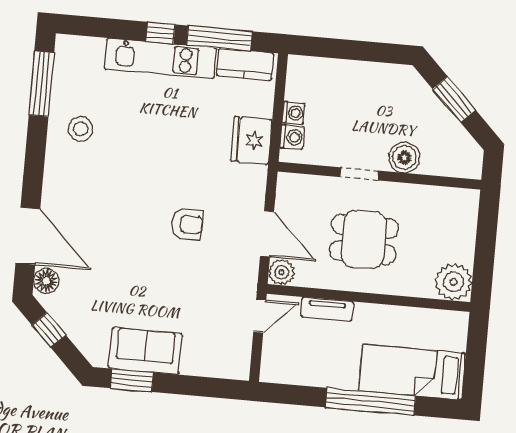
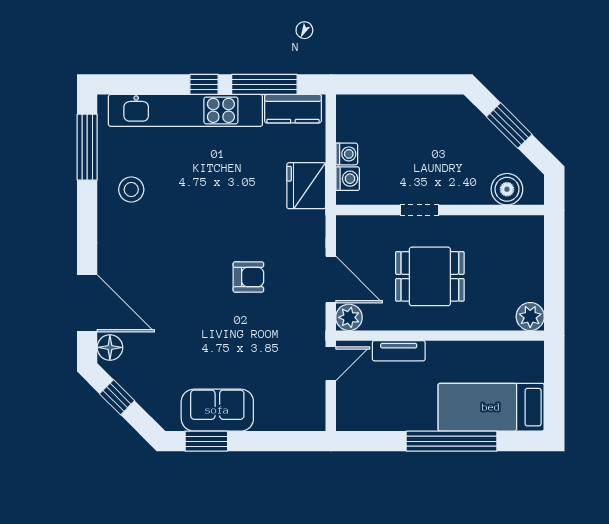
kitchen unit: (160, 58) -> (185, 110), width x1.36
boiler: (404, 158) -> (507, 189), moved
plant: (453, 282) -> (530, 317), width x0.73, depth x0.73

